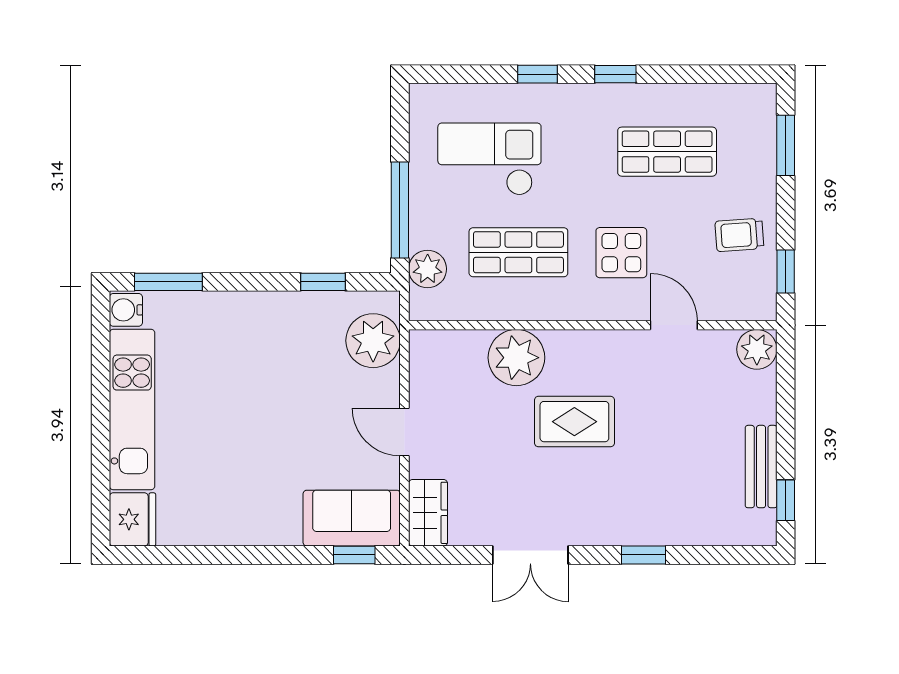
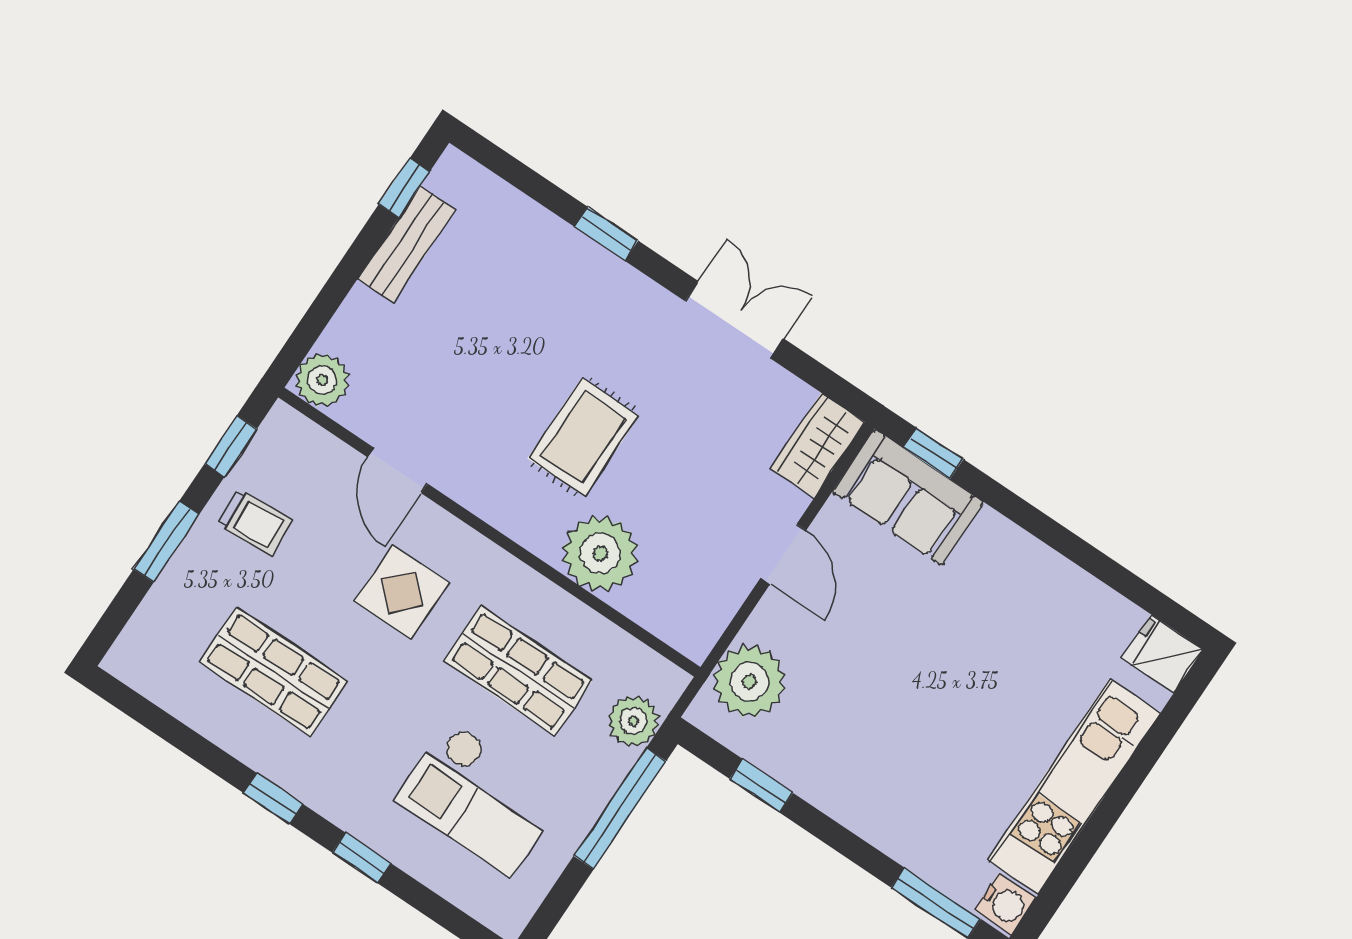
window: (786, 145) -> (167, 542), moved
rug: (574, 422) -> (583, 437), turned 90
fridge: (132, 519) -> (1163, 654), width x0.72

